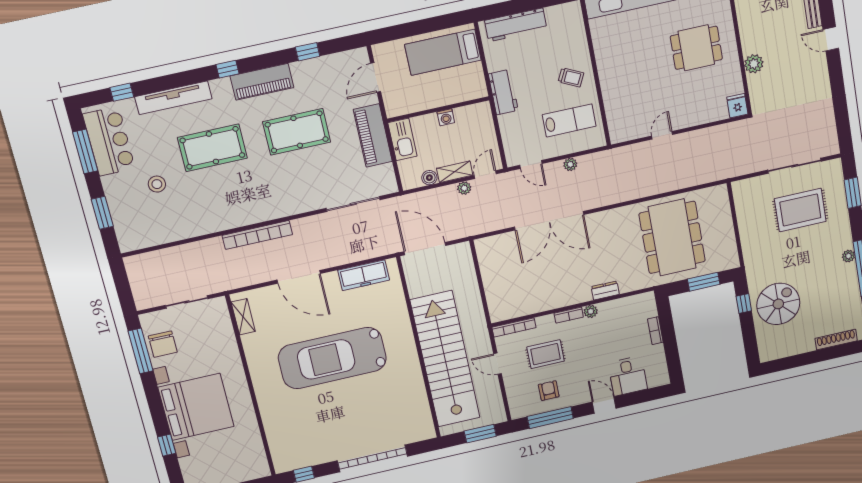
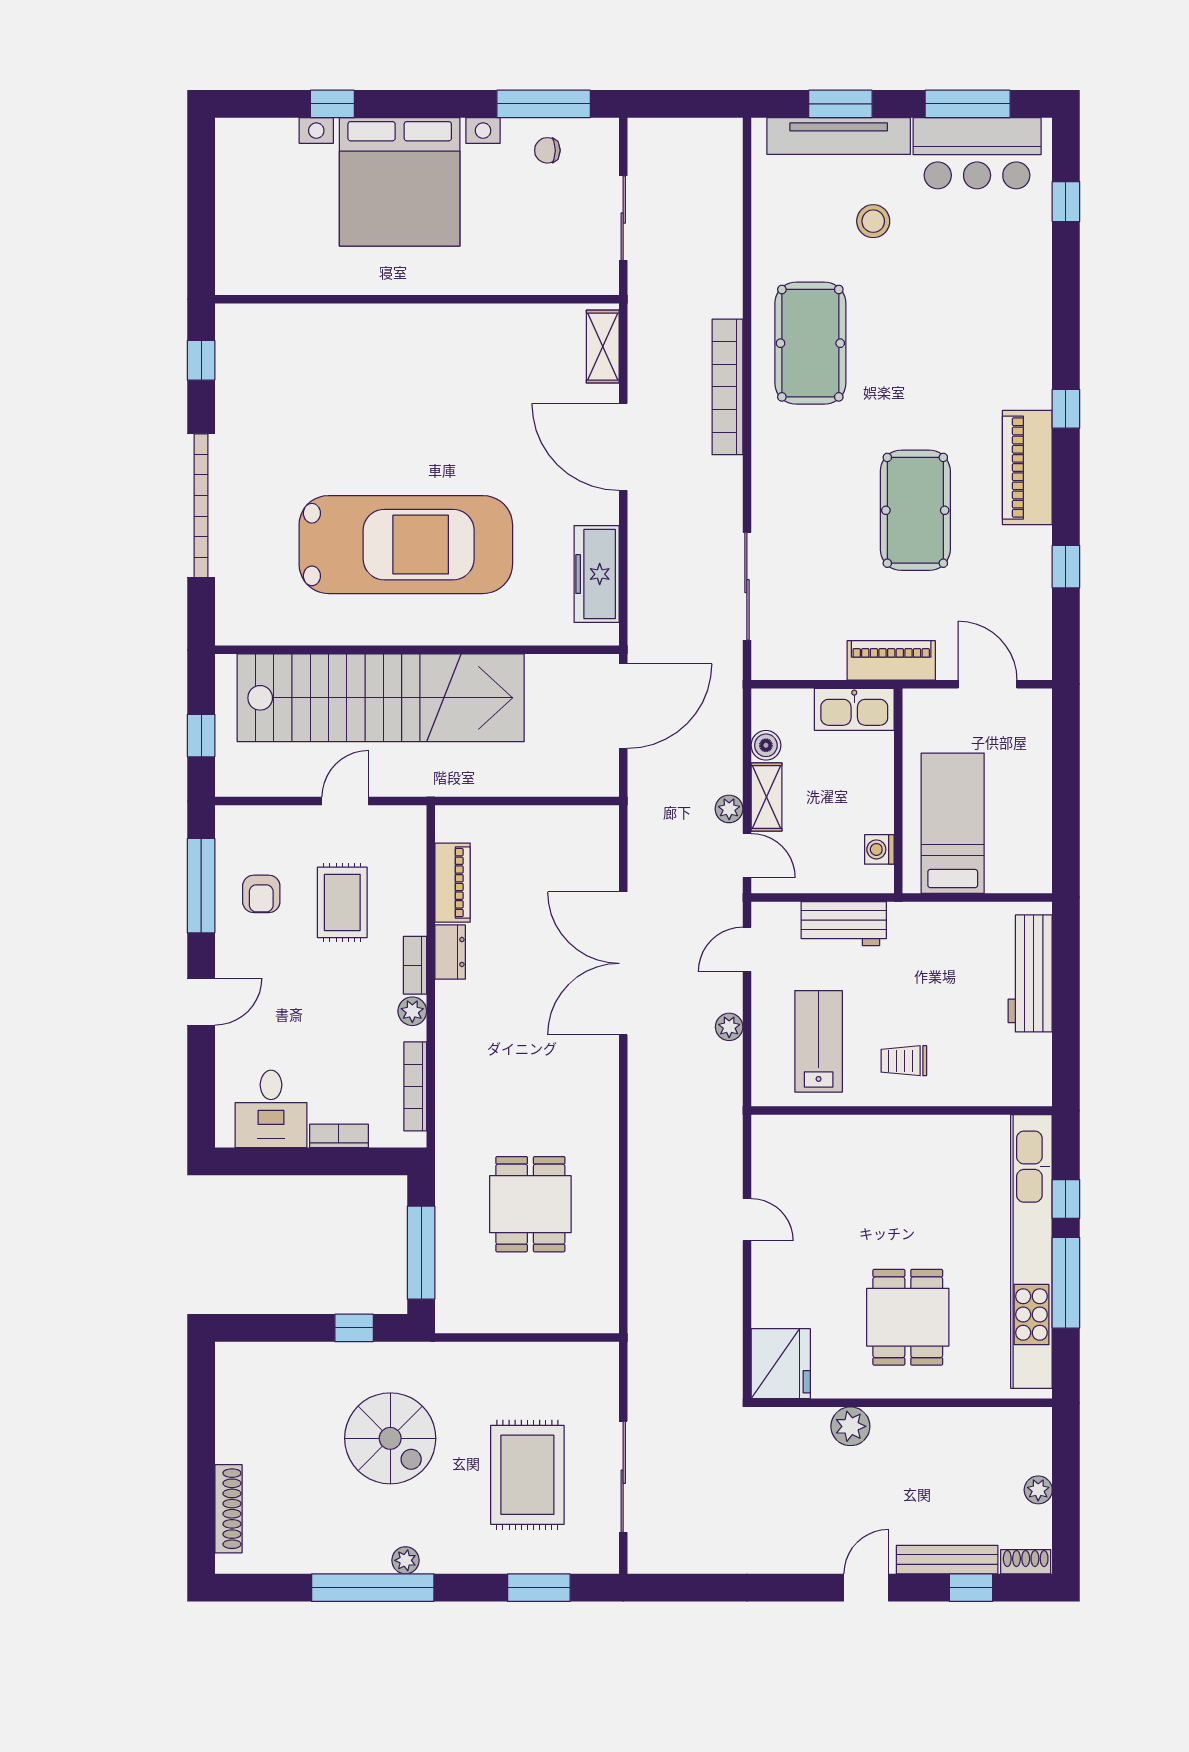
bed: (443, 52) -> (953, 823), moved
trolley: (571, 77) -> (904, 1061), turned 64
workbench: (503, 92) -> (844, 924), moved
tv unit: (173, 98) -> (839, 136), moved, turned -90
fridge: (737, 106) -> (781, 1364), width x1.88, depth x1.34
washing machine: (446, 117) -> (879, 849), moved
lab bench: (569, 120) -> (819, 1041), turned 180
piano: (373, 136) -> (891, 660), width x0.73, depth x0.75
pool table: (212, 148) -> (810, 343), moved
dining table: (672, 237) -> (530, 1204), width x0.53, depth x0.80
door: (299, 277) -> (623, 447), hinge flipped
window: (704, 282) -> (421, 1253), width x1.44
dresser: (605, 290) -> (450, 952), moved
spiral stairs: (778, 304) -> (390, 1438), moved
piano: (526, 307) -> (453, 883), added
shelving: (243, 317) -> (603, 347), moved, turned 90
bookcase: (514, 327) -> (415, 1086), moved
chair: (163, 344) -> (547, 150), width x0.54, depth x0.54
car: (332, 358) -> (406, 545), moved, turned 90
desk: (628, 376) -> (271, 1109), moved, turned -90
armchair: (549, 391) -> (261, 894), turned 90
window: (480, 434) -> (201, 736), width x0.67

